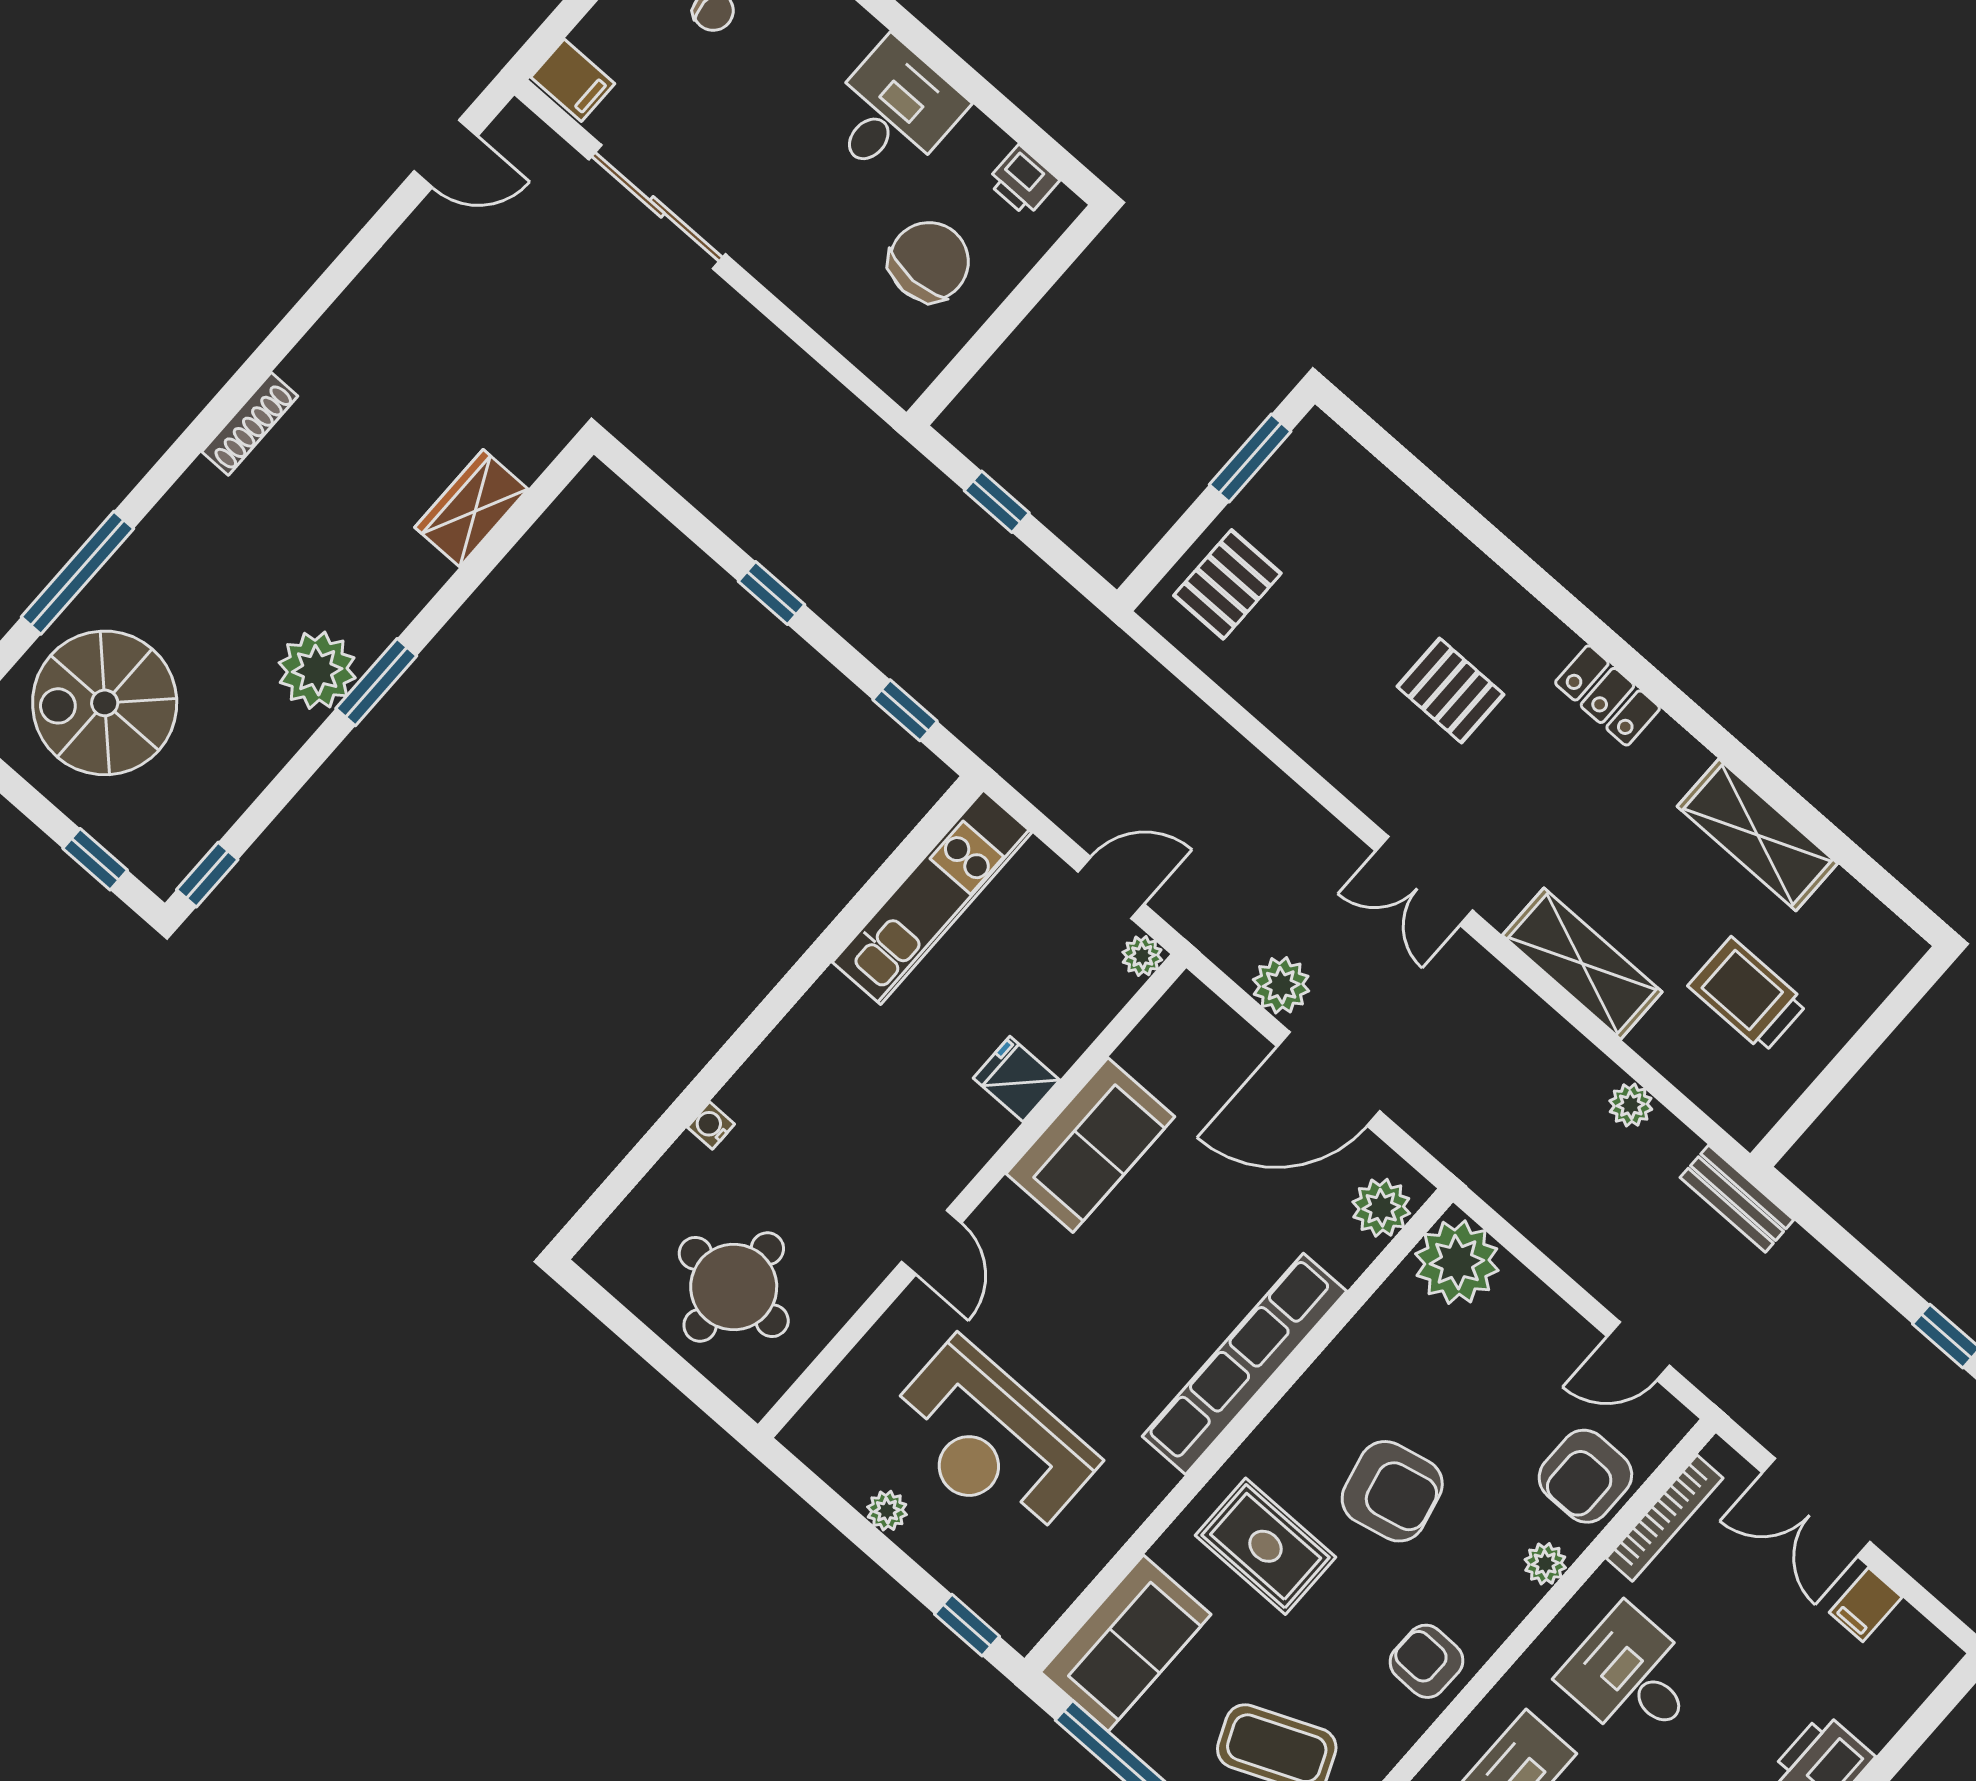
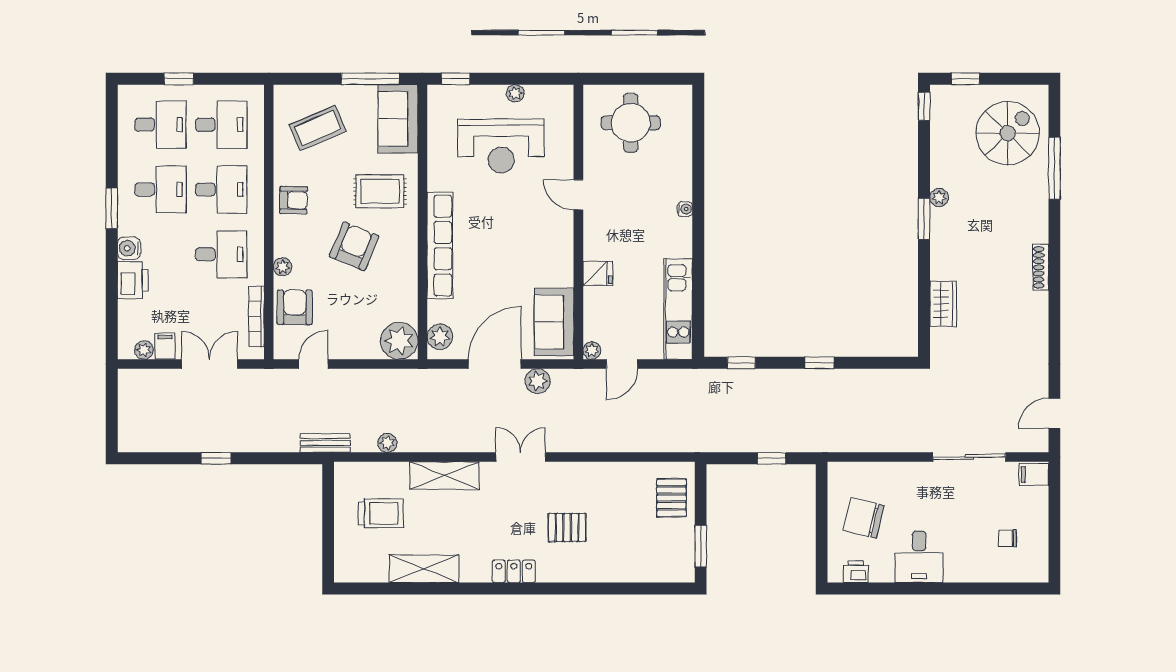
chair: (929, 262) -> (864, 518), turned 104
plant: (317, 670) -> (939, 198), width x0.53, depth x0.53
water cooler: (711, 1126) -> (685, 209), moved
sofa: (1090, 1145) -> (554, 322), moved
reception desk: (990, 1442) -> (501, 146), turned 180
armchair: (1392, 1491) -> (354, 246), turned 125
plant: (1907, 1630) -> (144, 350), added

